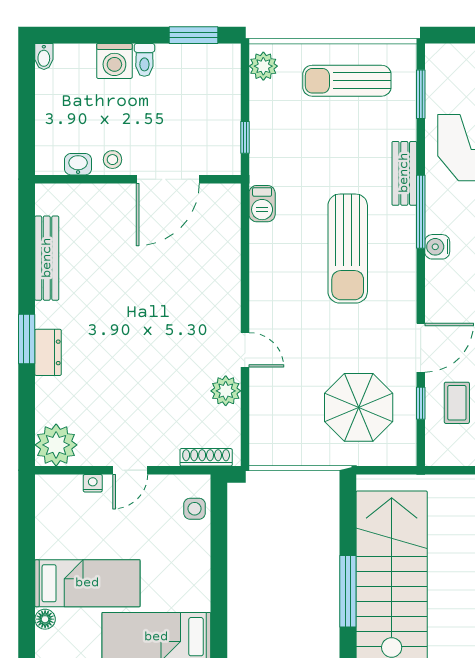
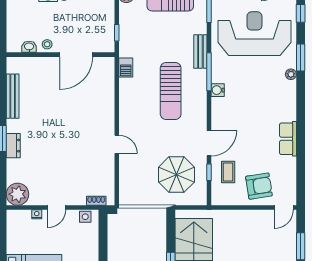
plant: (226, 391) -> (107, 166), removed
shoe rack: (206, 457) -> (96, 201), width x0.70
side table: (195, 509) -> (85, 217), moved

